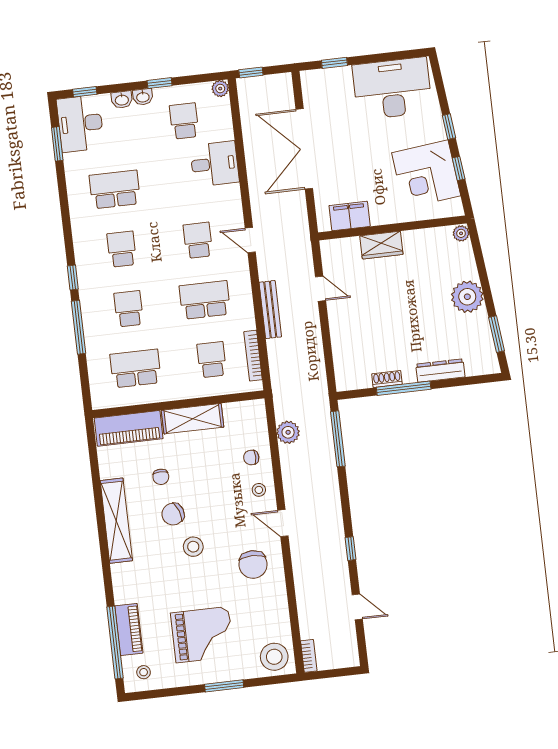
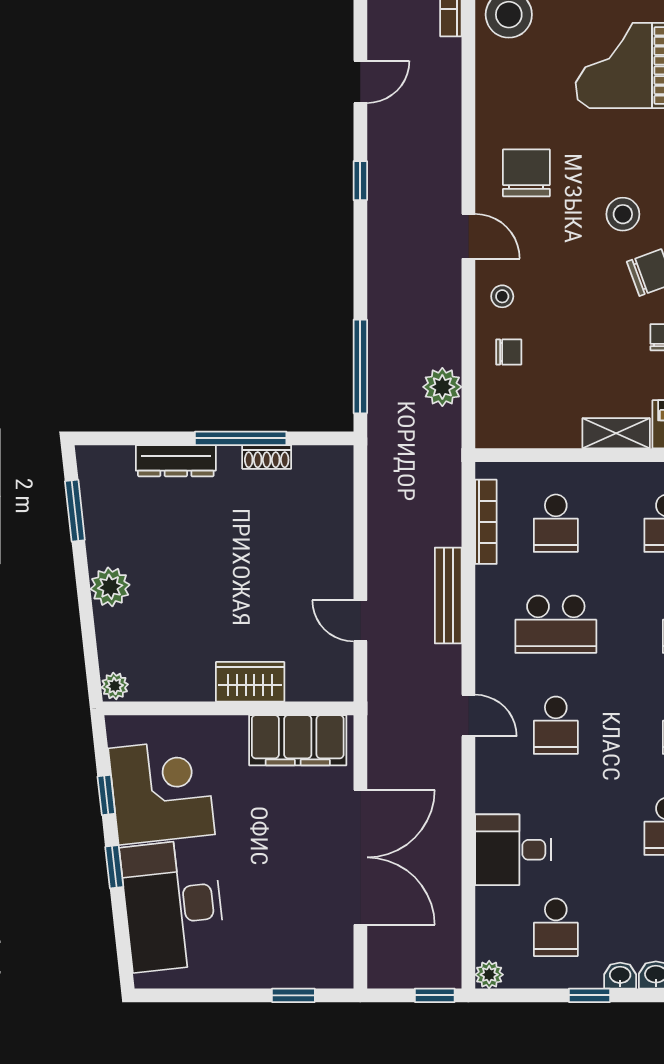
desk: (392, 88) -> (173, 905), moved, turned 84
filing cabinet: (350, 216) -> (298, 740), width x1.50, depth x1.17
plant: (467, 297) -> (110, 587), width x0.73, depth x0.73
shelving: (193, 419) -> (616, 433), width x0.67, depth x0.75
door: (357, 607) -> (360, 82), swing flipped

